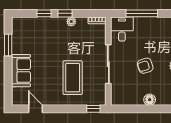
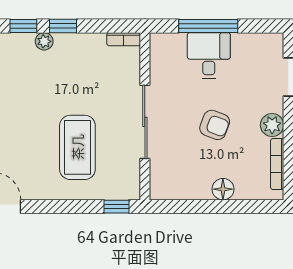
plant: (71, 22) -> (44, 41), moved
desk: (122, 29) -> (209, 56), moved
armchair: (145, 66) -> (215, 125), turned -141

